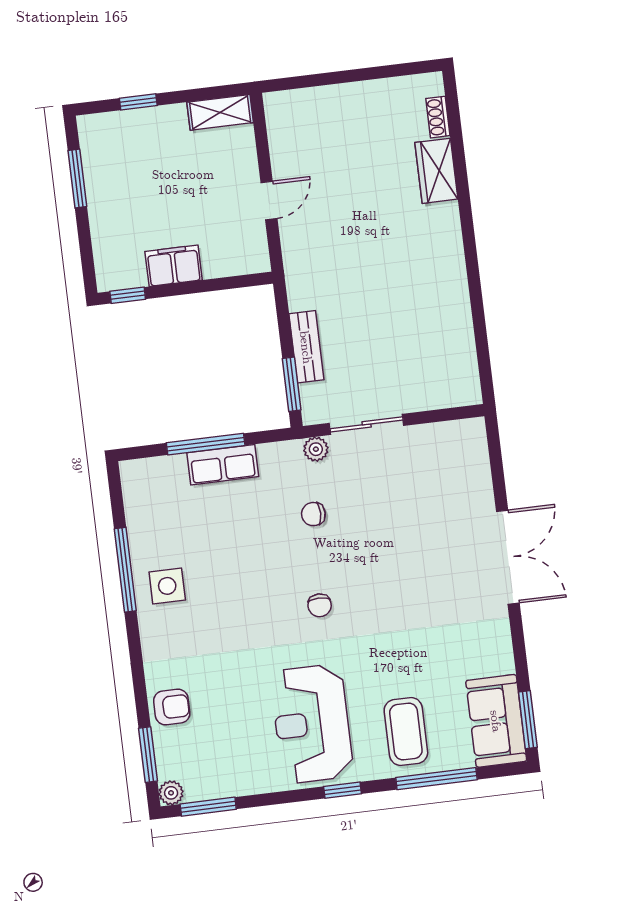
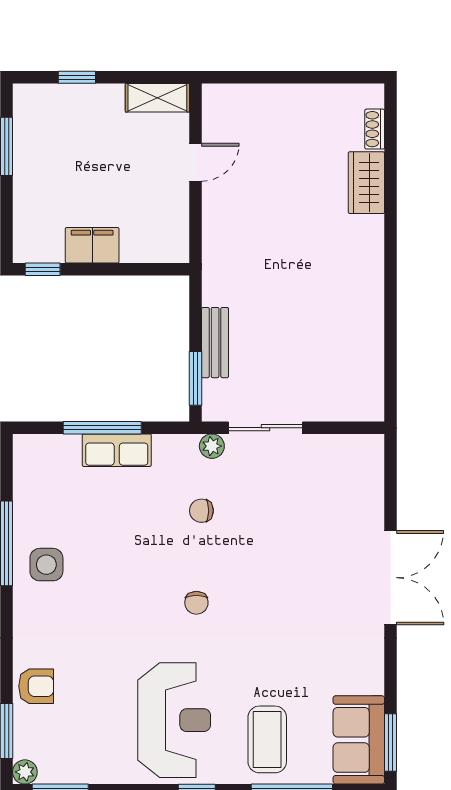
door: (269, 201) -> (195, 162), moved
reception desk: (312, 724) -> (174, 720), turned 180

